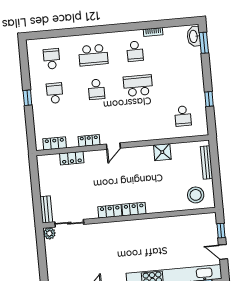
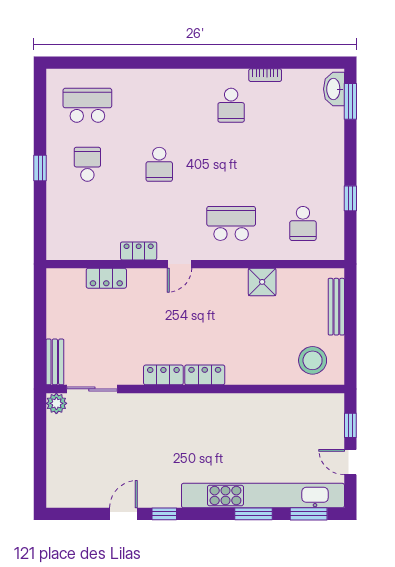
school desk: (93, 55) -> (159, 105), removed
school desk: (52, 59) -> (87, 105), width x1.85
school desk: (138, 86) -> (231, 223), moved
locker: (55, 143) -> (79, 250), removed

